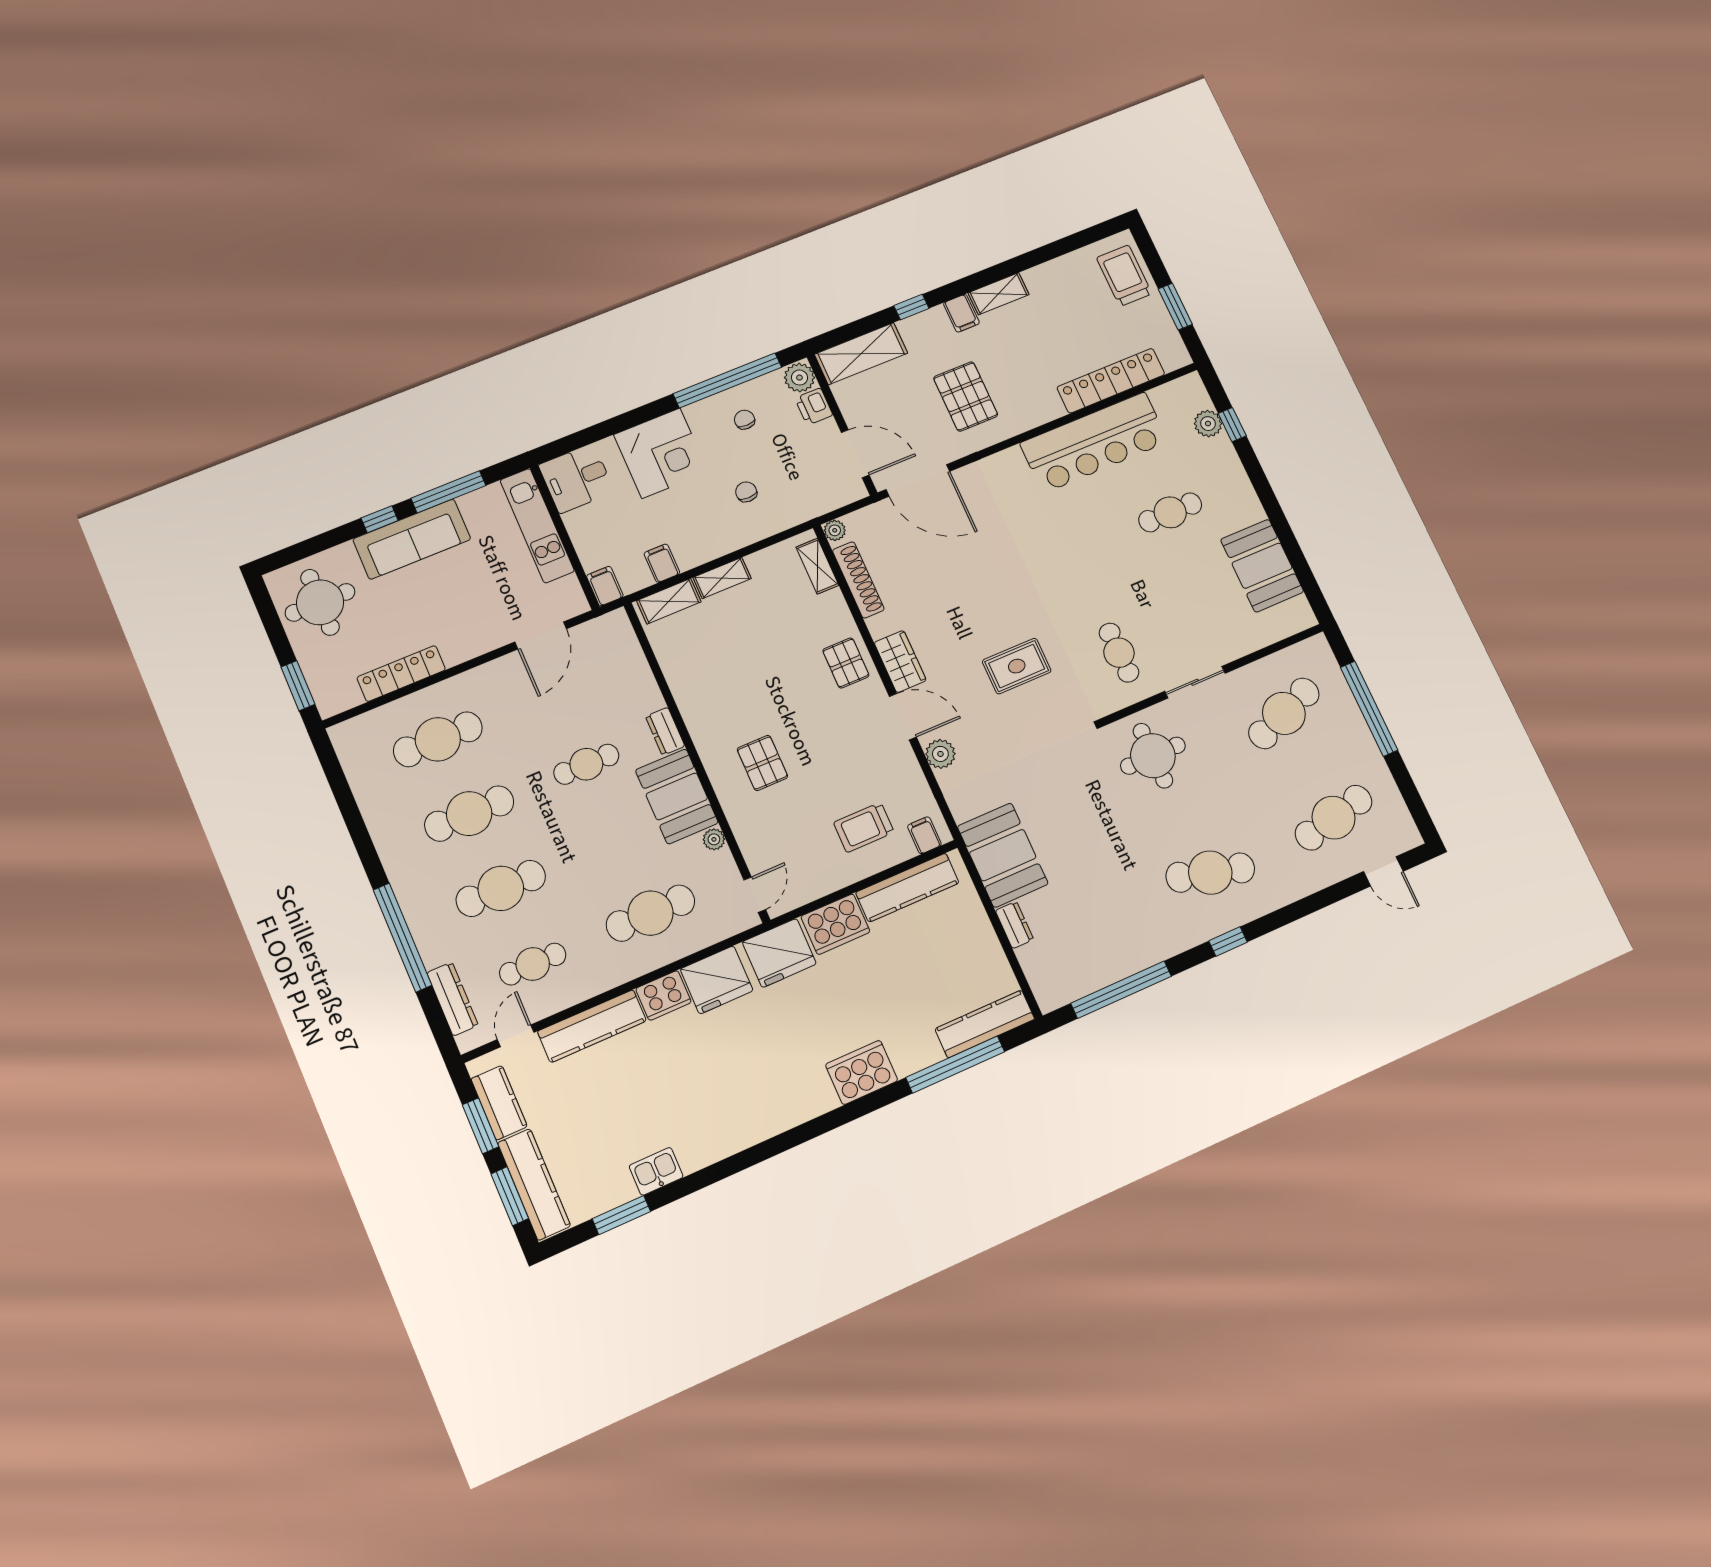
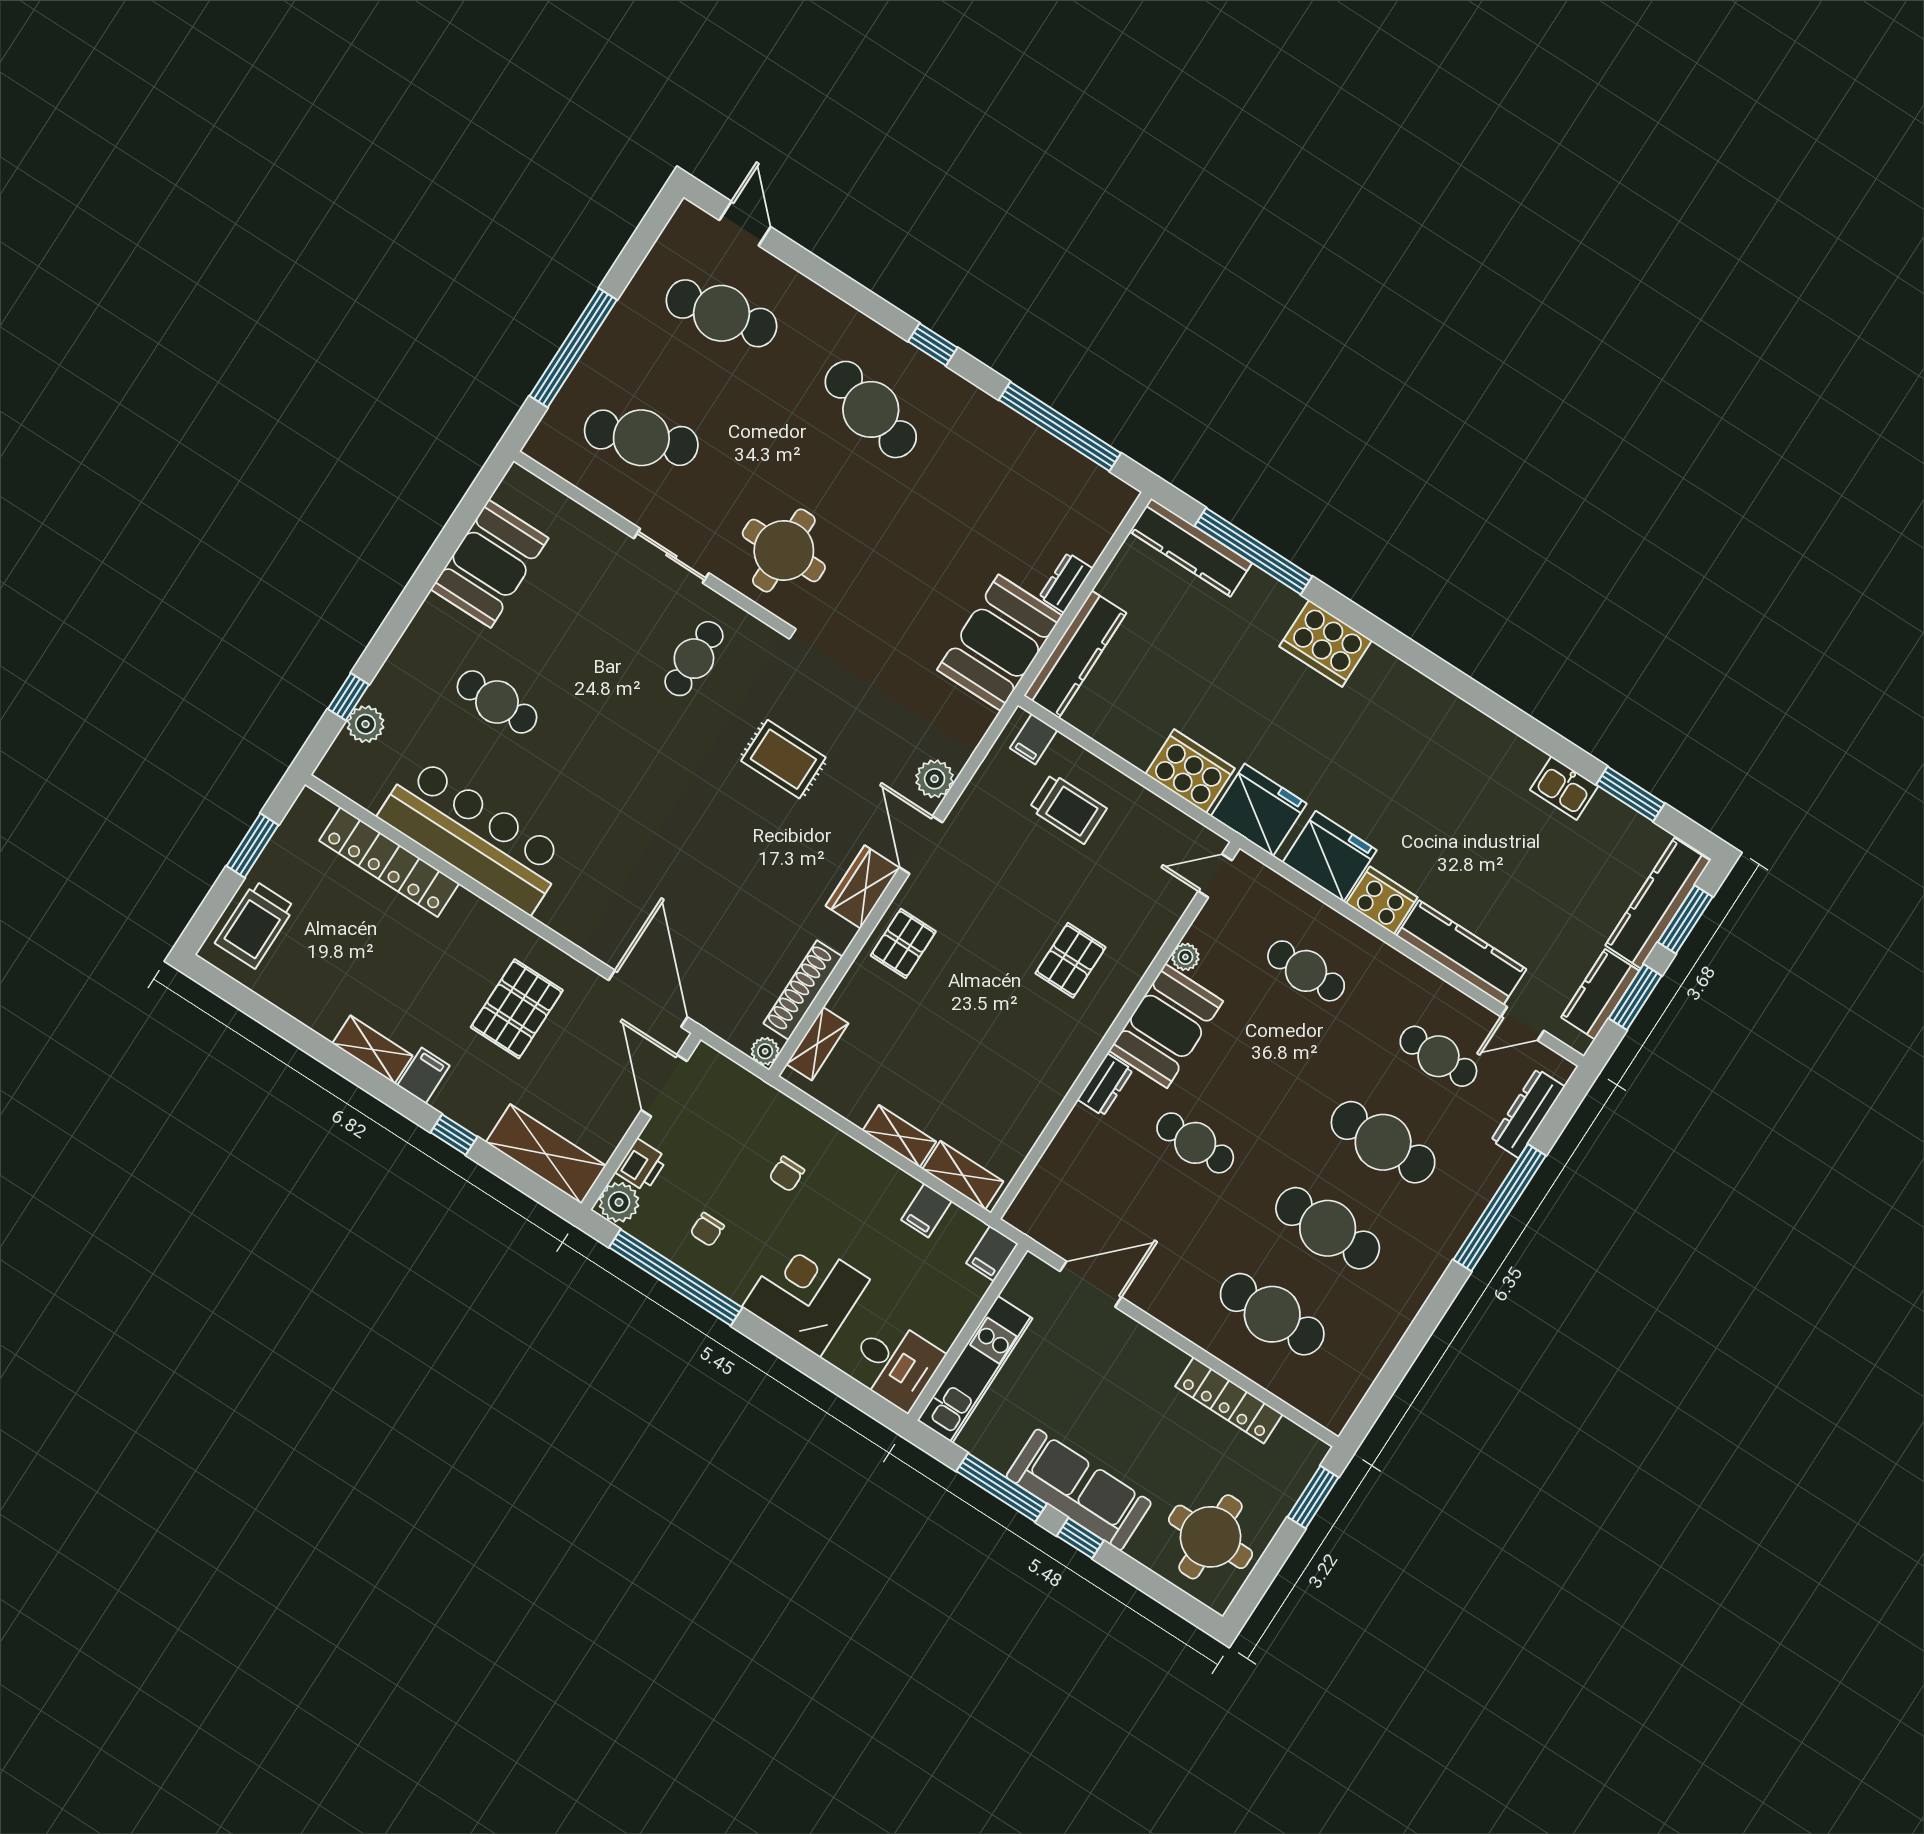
kitchen counter: (907, 888) -> (1075, 654), moved, turned 90
cafe table: (651, 913) -> (1306, 971), width x0.73, depth x0.74

